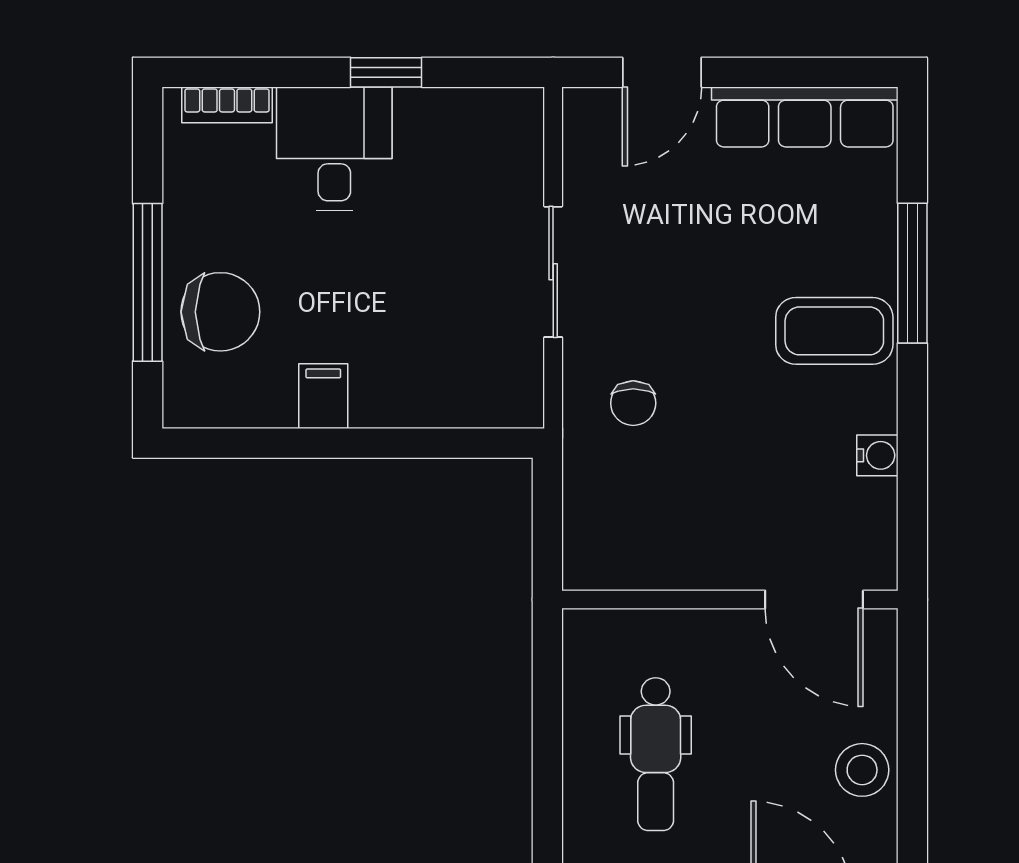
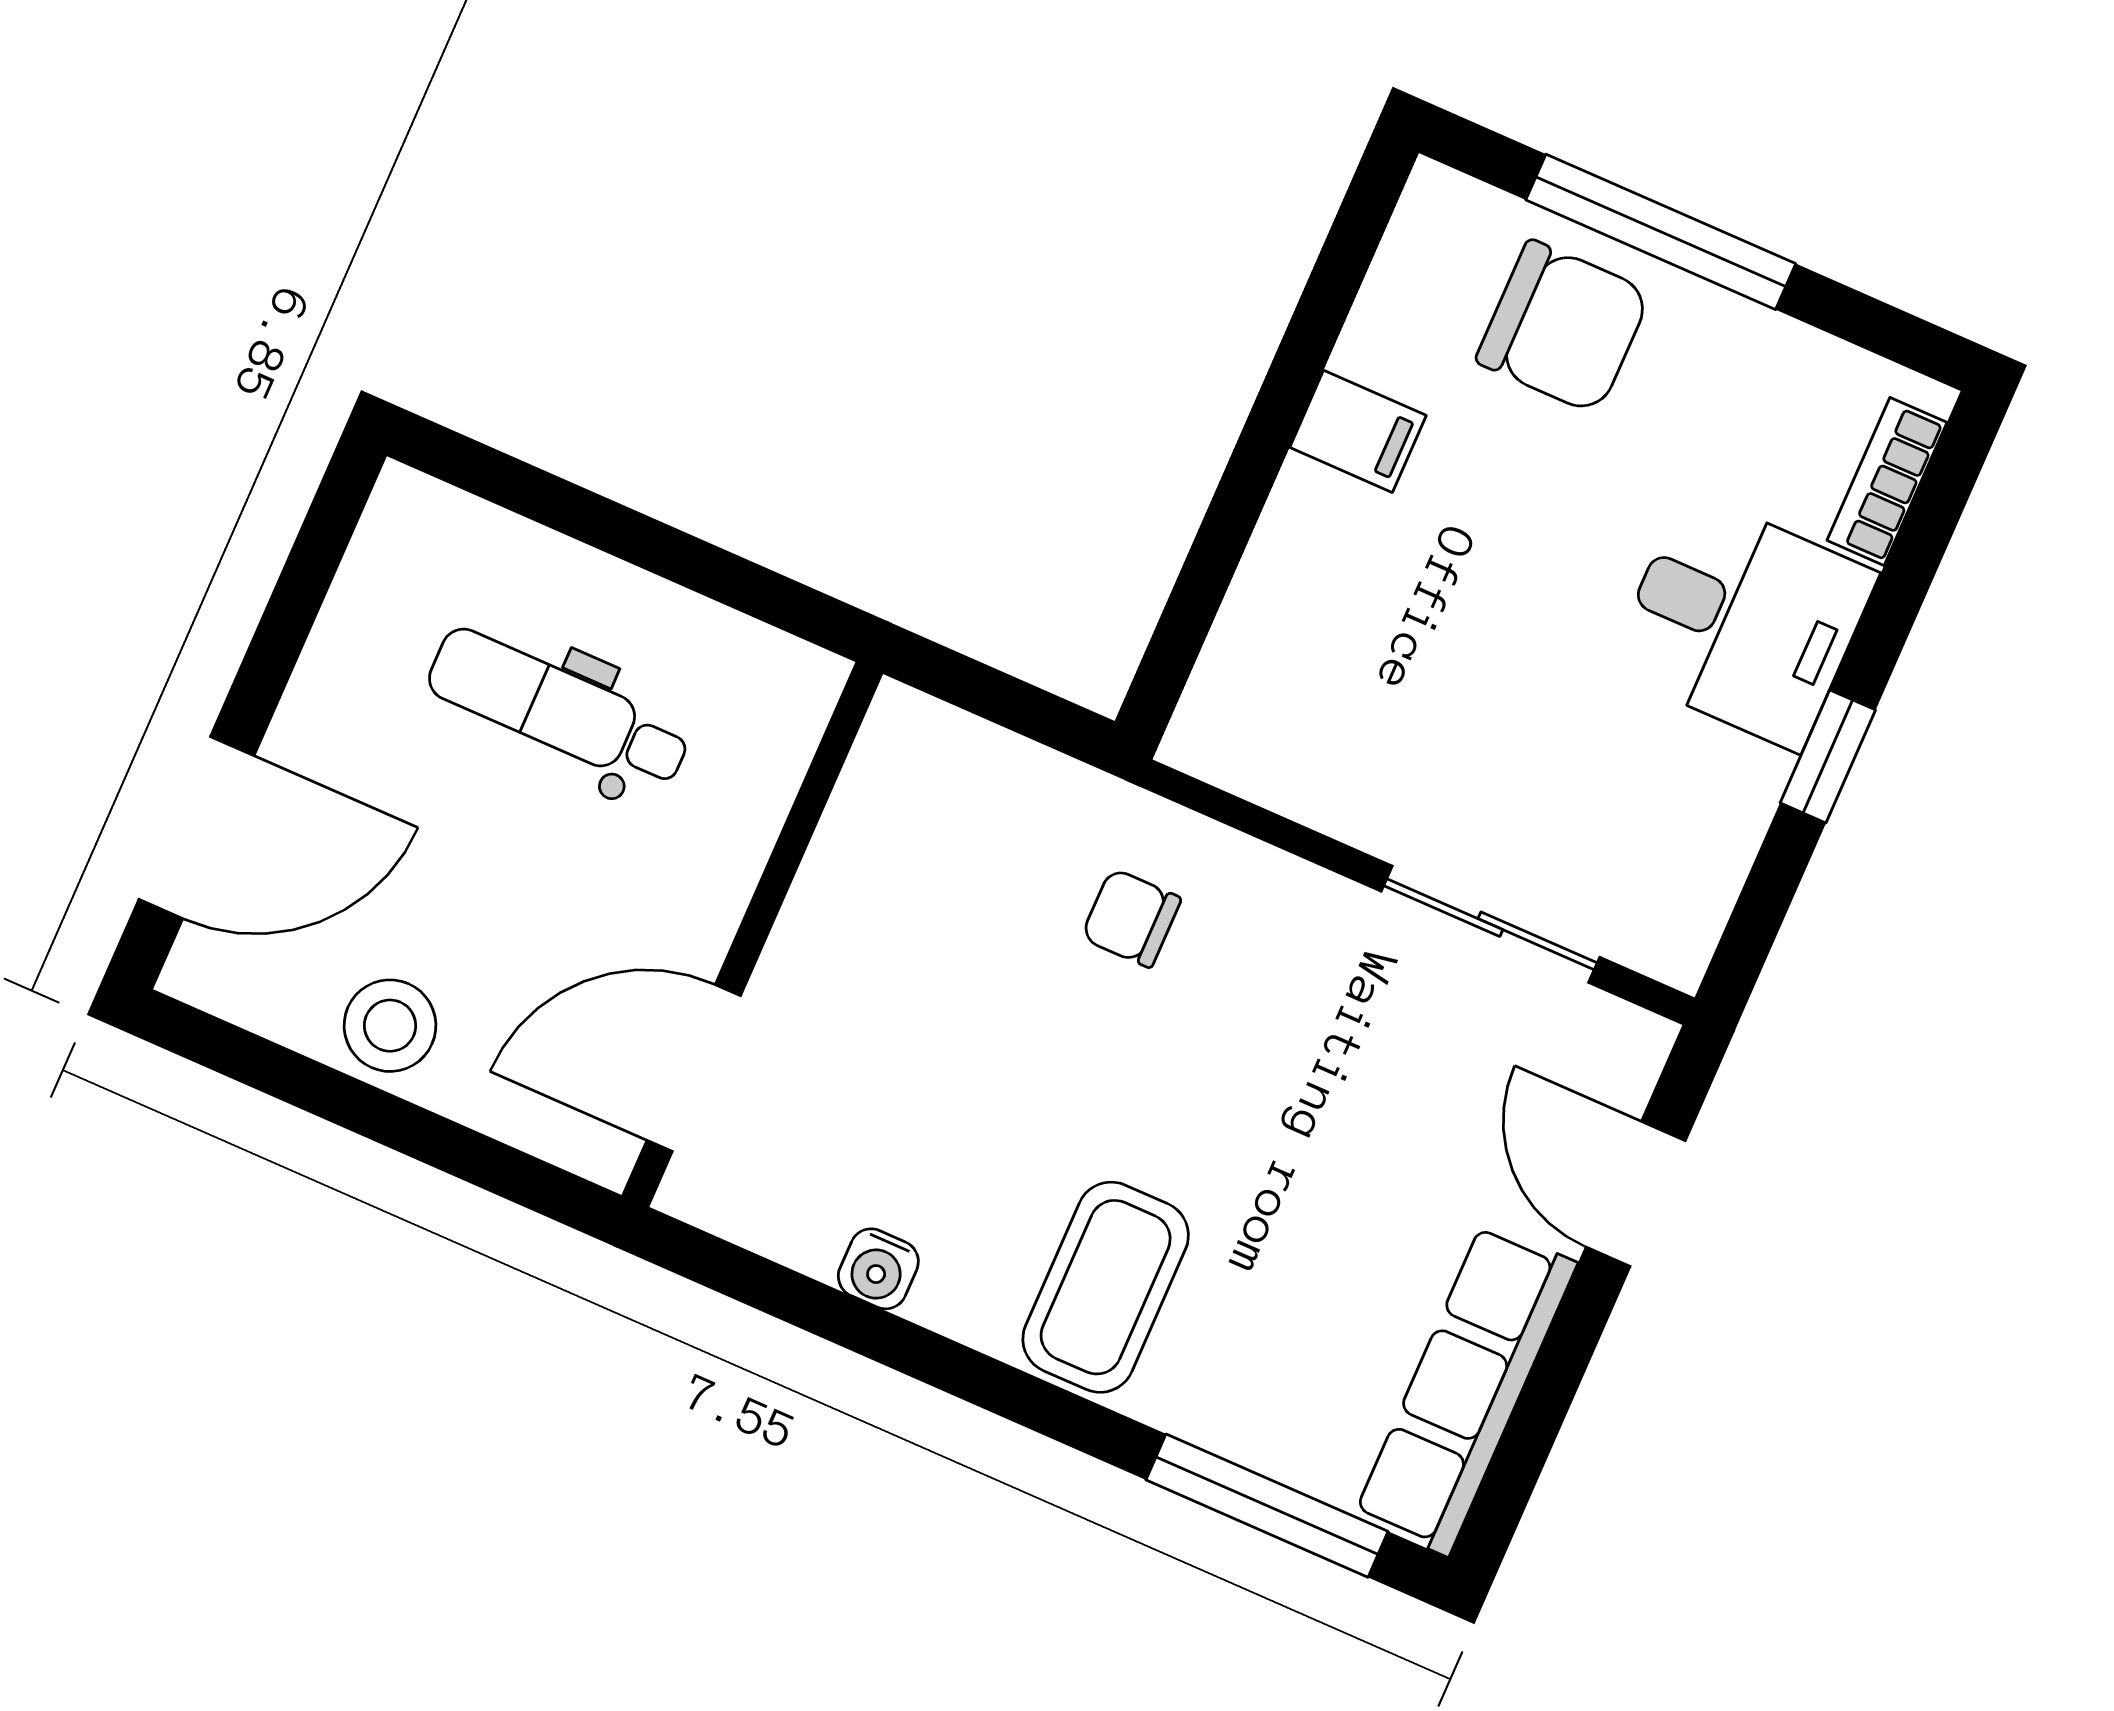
sliding door: (553, 272) -> (1490, 924), moved
window: (912, 273) -> (1267, 1506), moved
chair: (220, 312) -> (1563, 327), turned -90

